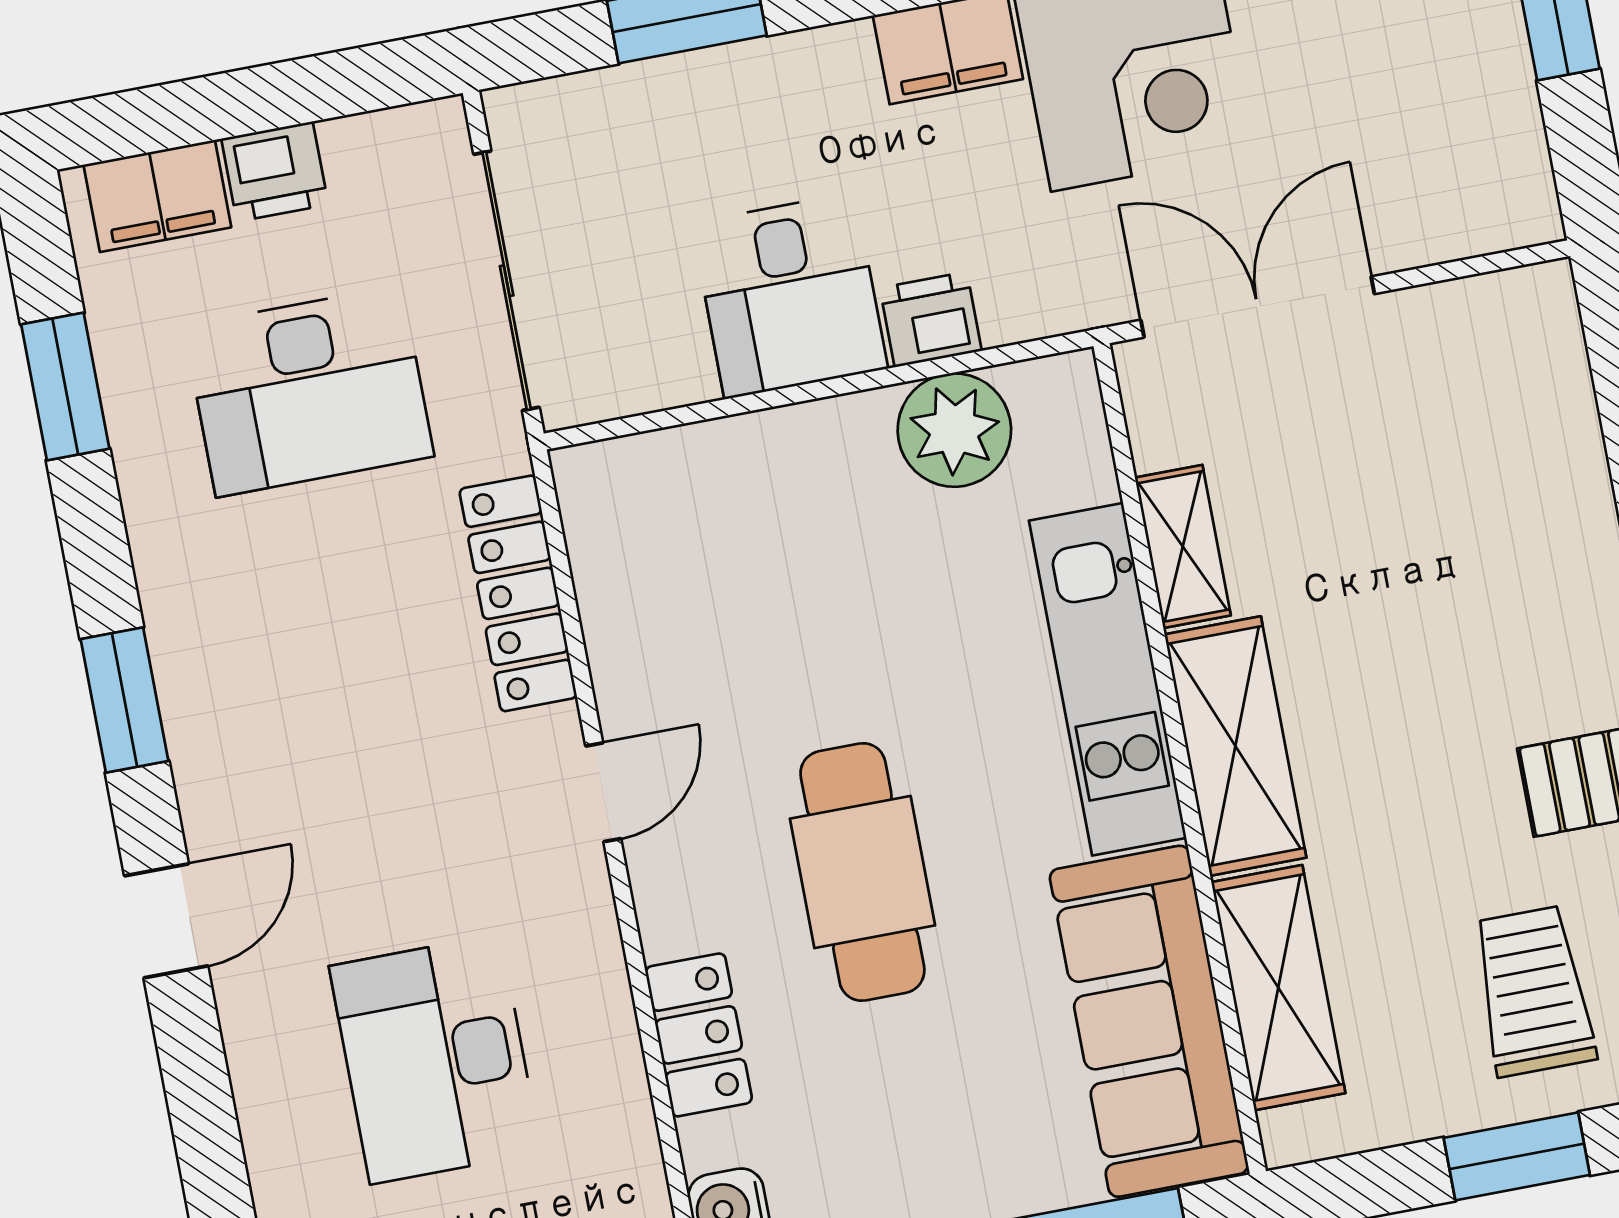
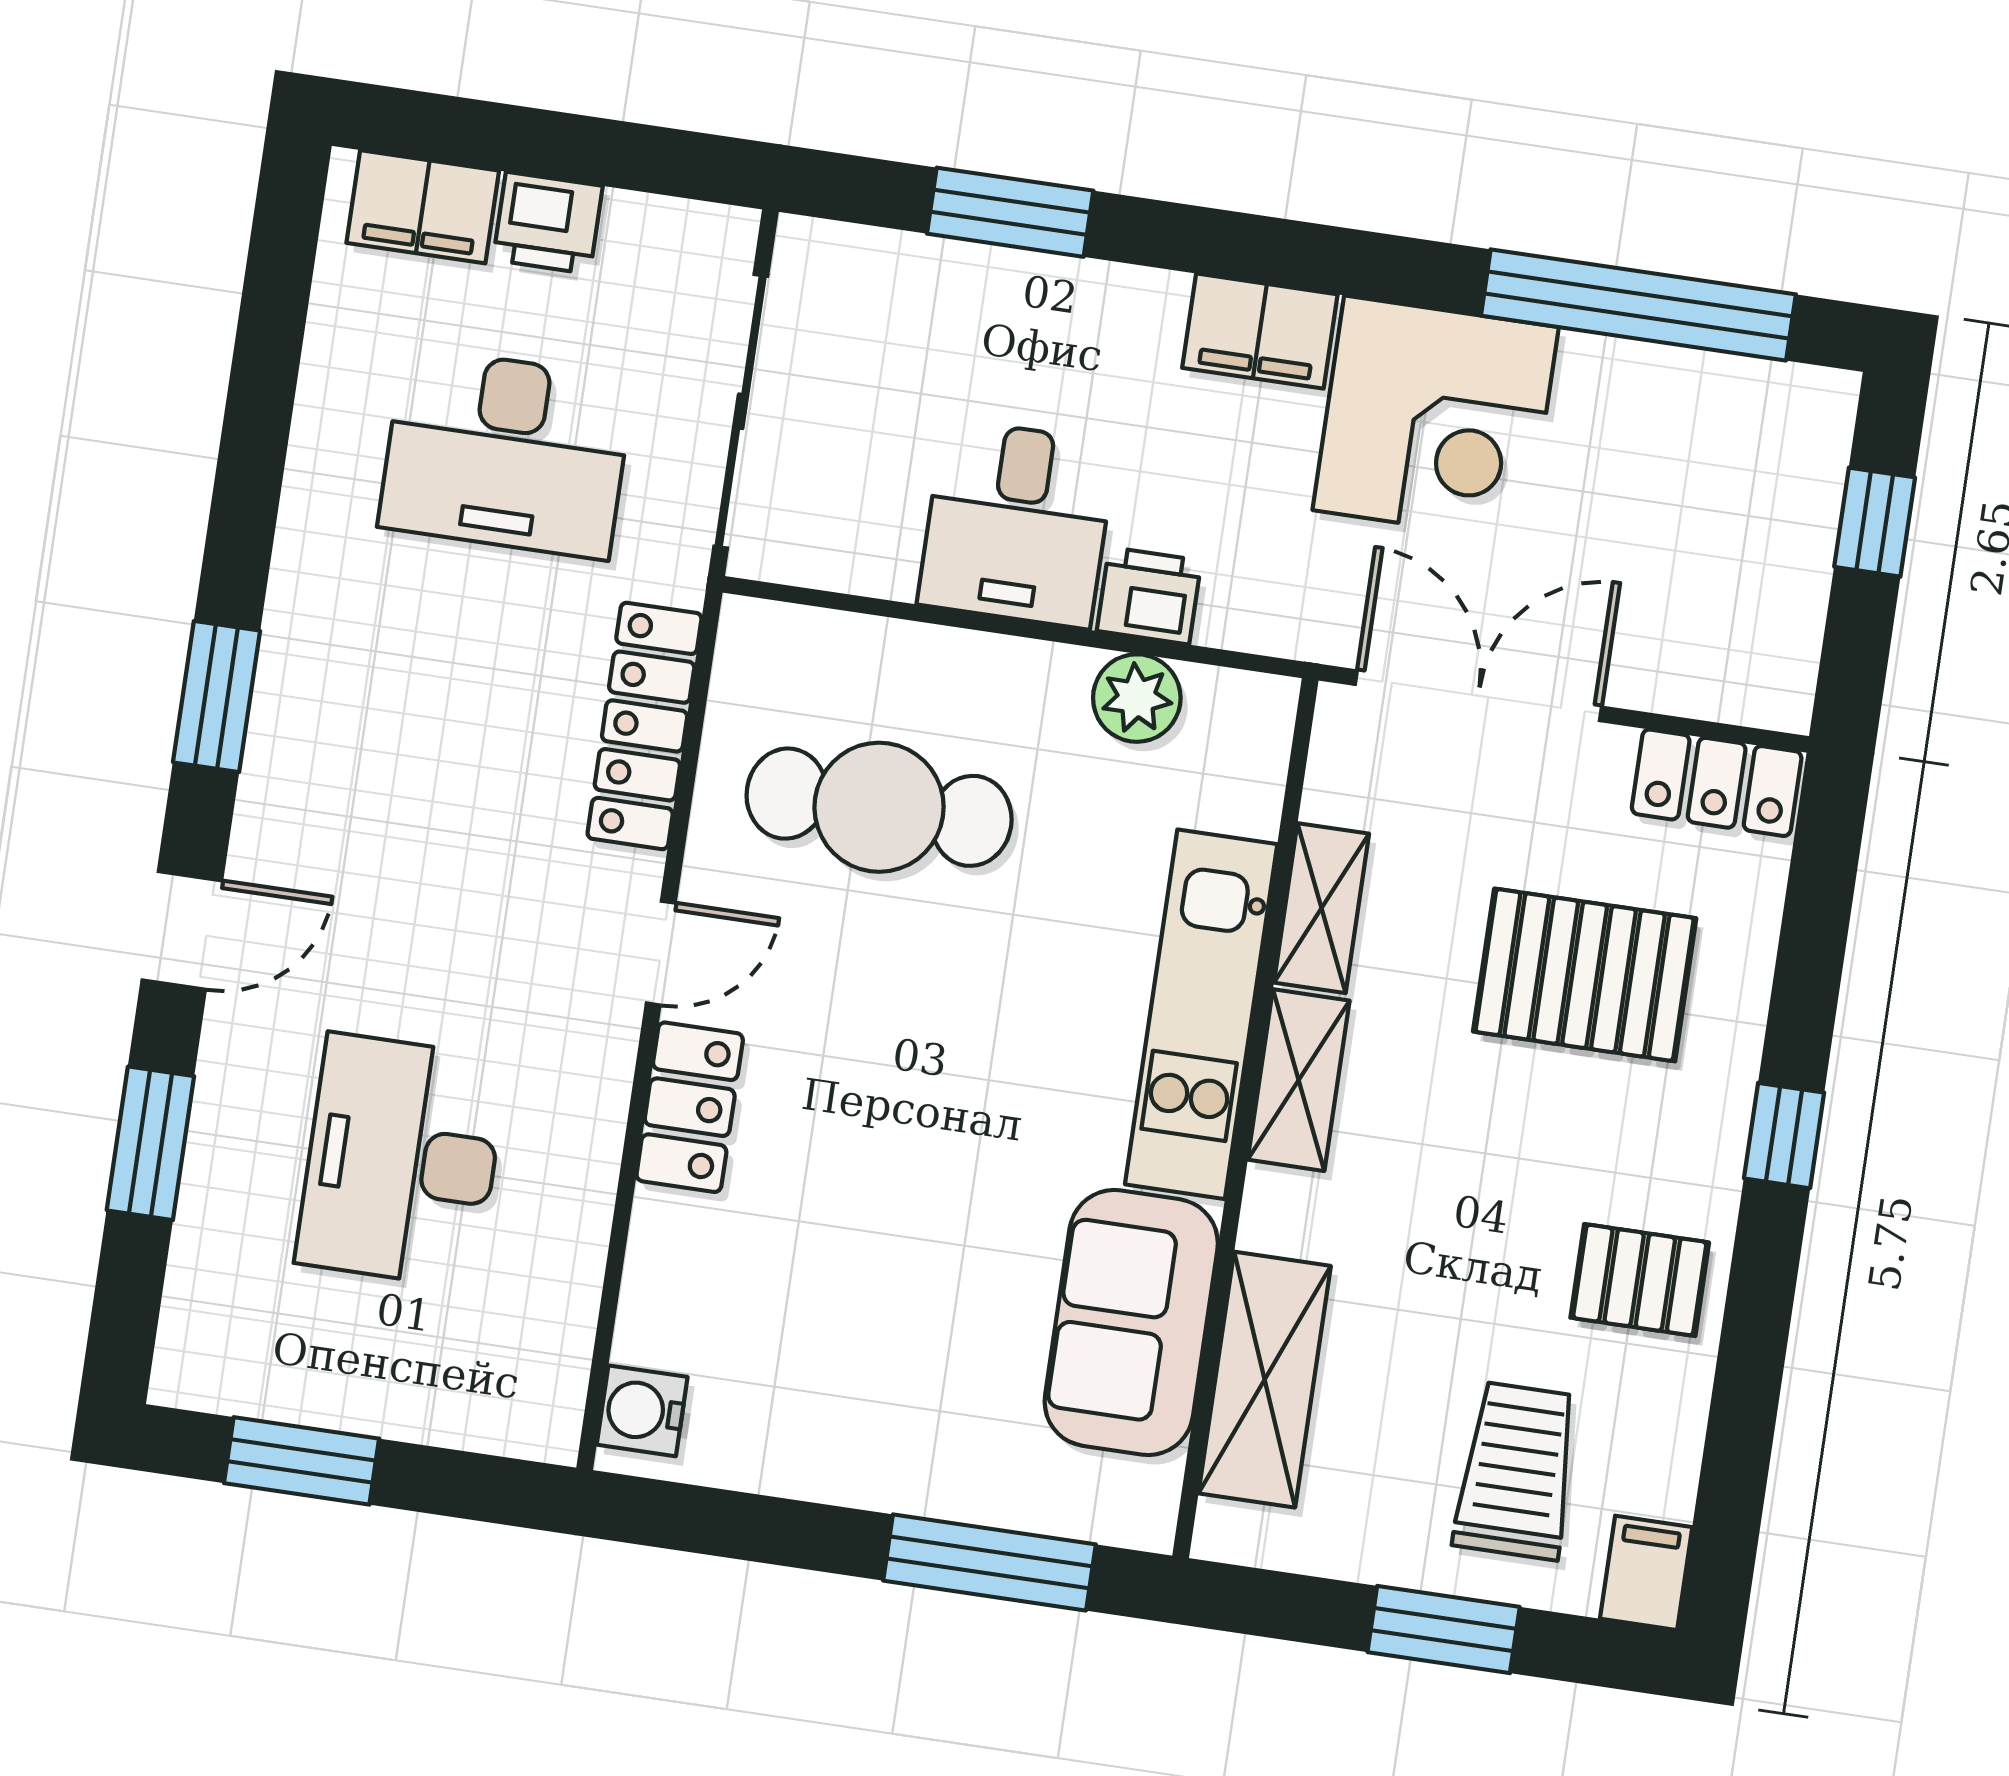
locker: (1499, 311) -> (1717, 783), added
window: (65, 387) -> (150, 1143), moved
plant: (954, 430) -> (1137, 698), width x0.73, depth x0.73
pallet: (1440, 525) -> (1585, 975), added
shelving: (1235, 746) -> (1299, 1080), width x0.67, depth x0.75
cafe table: (862, 872) -> (879, 807), moved, turned 90
sofa: (1149, 1021) -> (1131, 1323), width x0.73
locker: (699, 1035) -> (690, 1107), moved

